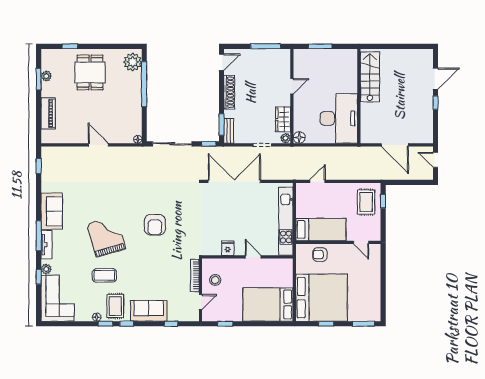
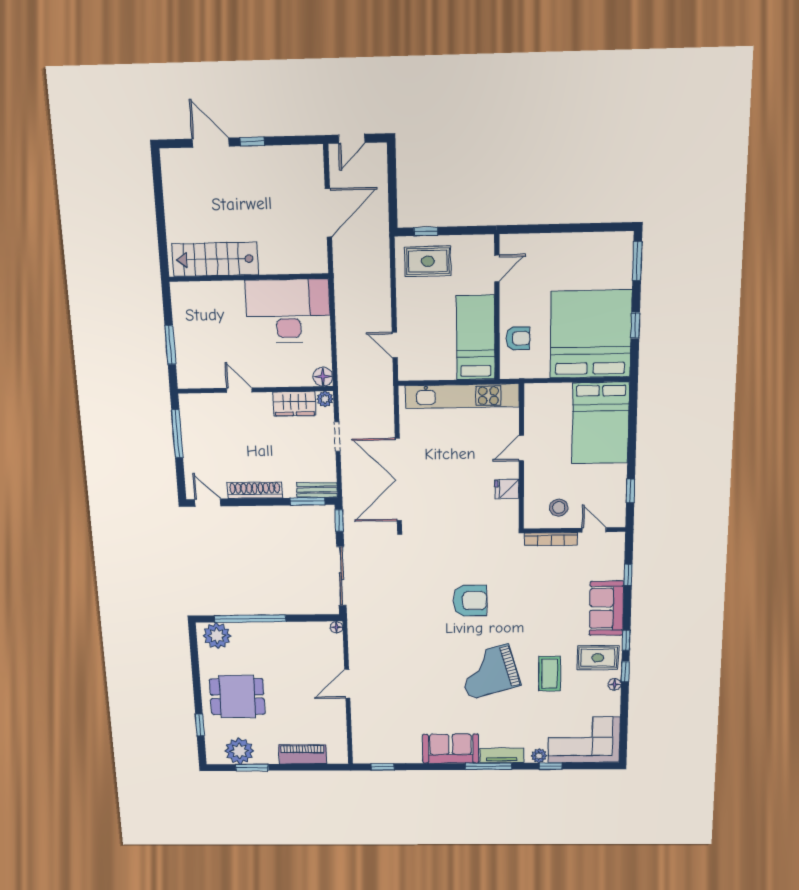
plant: (46, 76) -> (239, 751), width x1.87, depth x1.87
armchair: (320, 255) -> (518, 338), turned -90

